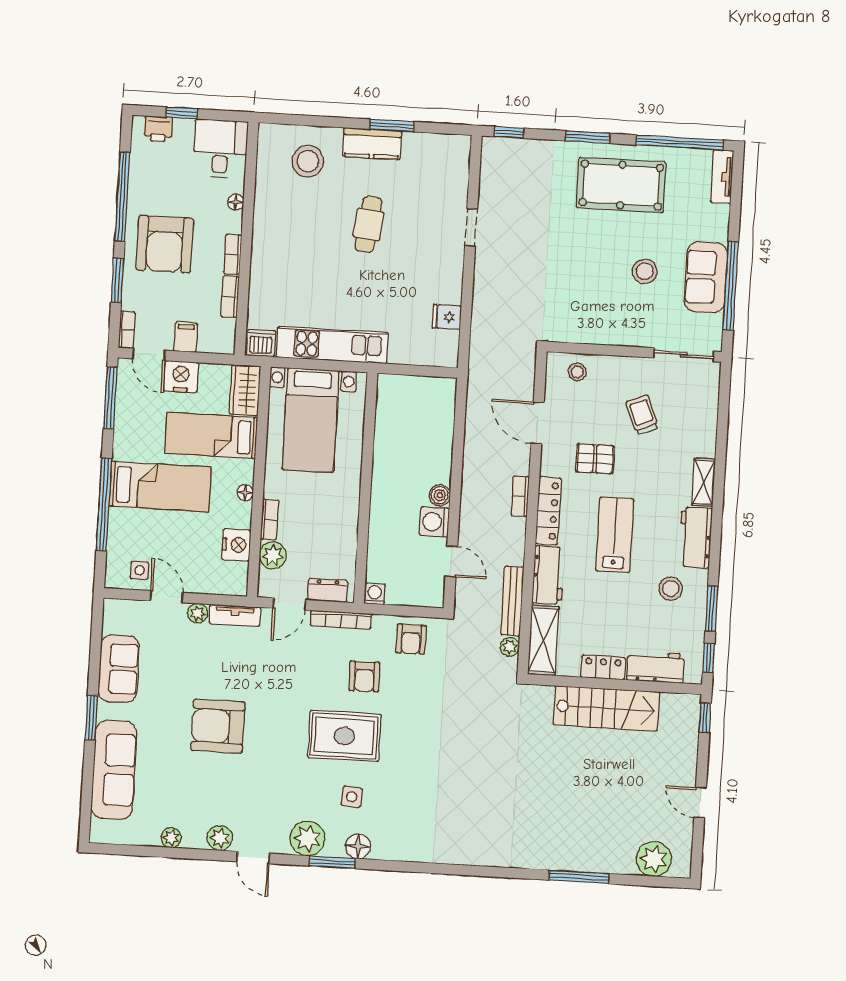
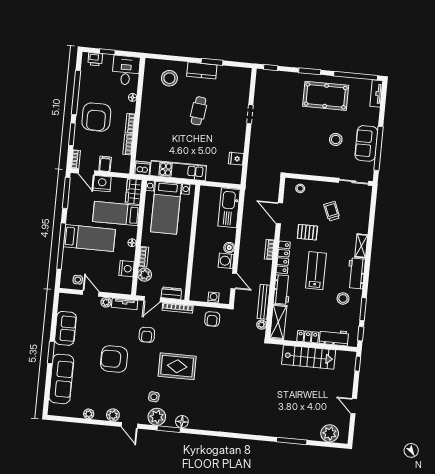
kitchen sink: (437, 416) -> (229, 208), added
washing machine: (375, 594) -> (214, 297), moved
armchair: (364, 676) -> (147, 335), moved
side table: (352, 797) -> (154, 397), moved

